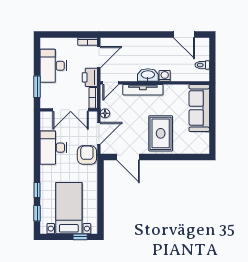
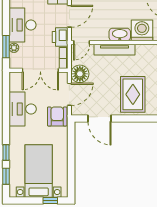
washing machine: (165, 76) -> (142, 30), width x1.89, depth x1.89
plant: (45, 88) -> (14, 48), added
floor lamp: (105, 113) -> (80, 74), width x1.89, depth x1.89

